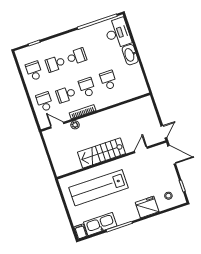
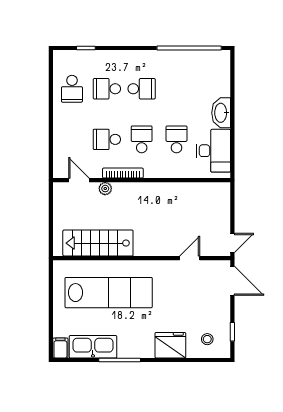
desk: (118, 33) -> (214, 151), moved
school desk: (34, 71) -> (72, 89), turned 180
school desk: (45, 102) -> (72, 139), removed
stairs: (102, 153) -> (98, 243), moved
lab bench: (99, 188) -> (109, 293), turned 180

